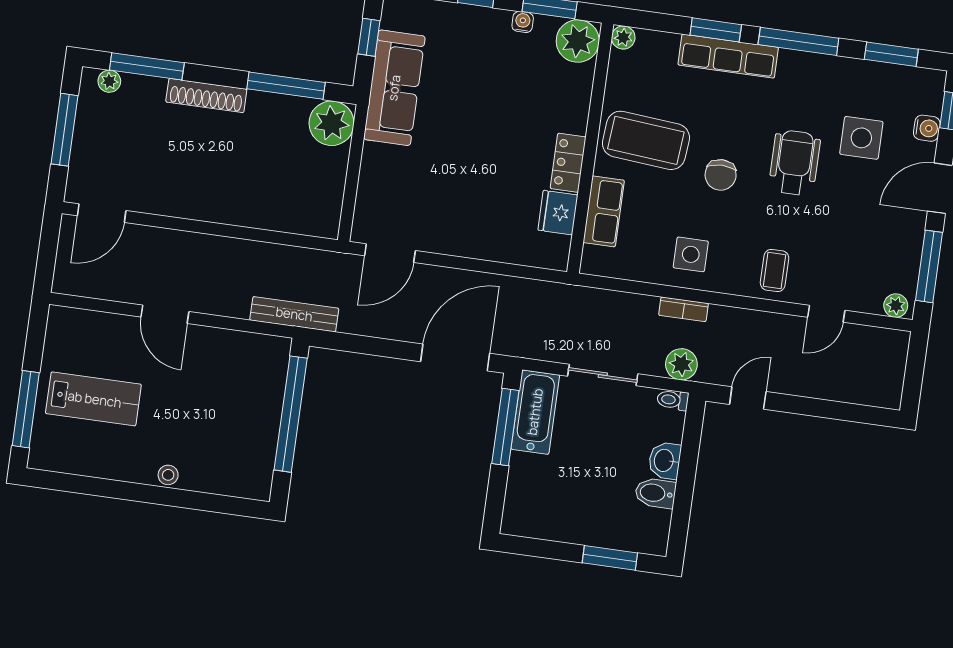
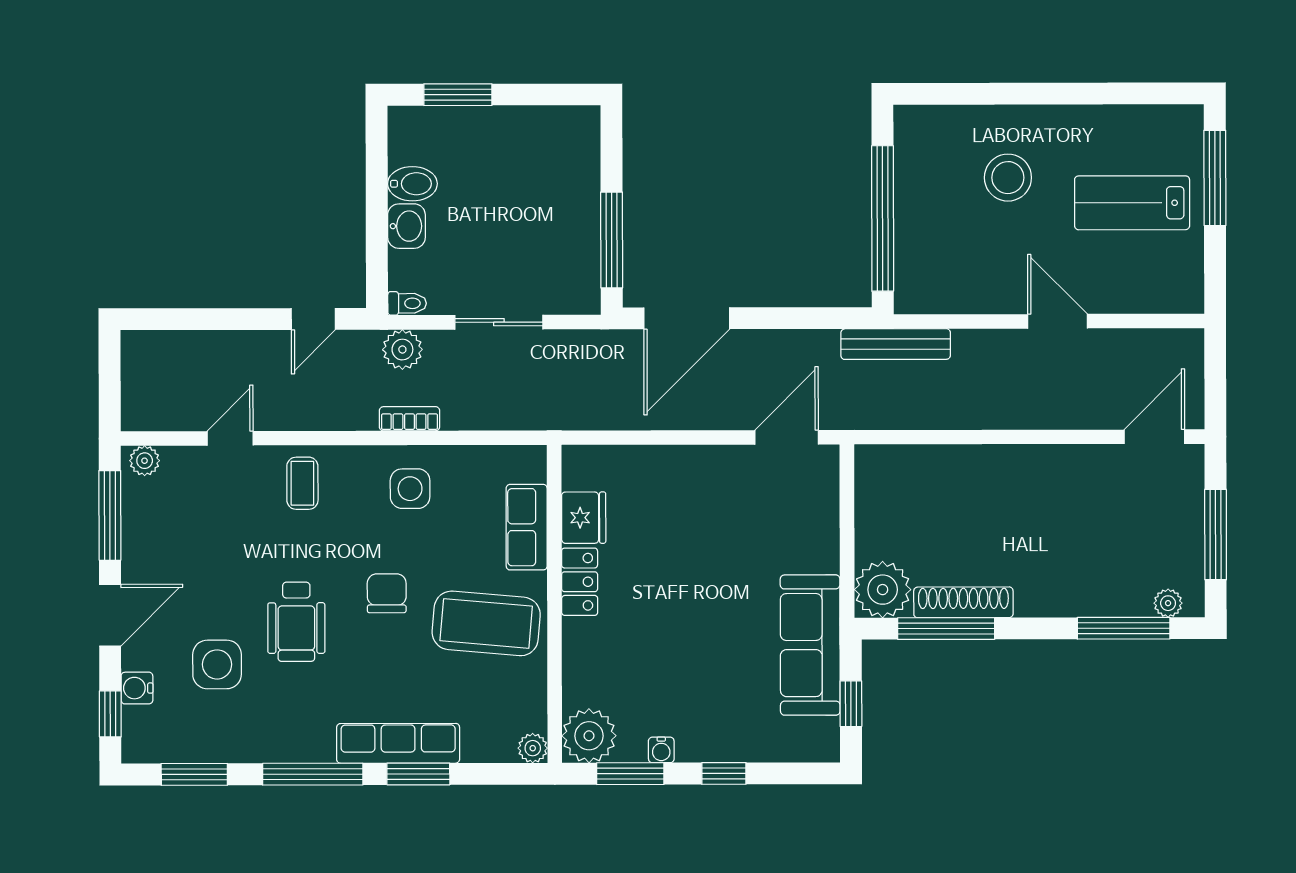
shoe rack: (206, 96) -> (963, 602), moved
bathtub: (535, 412) -> (577, 264), removed
stool: (168, 475) -> (1008, 178), moved, width x1.89, depth x1.89

